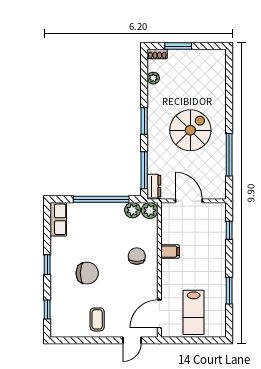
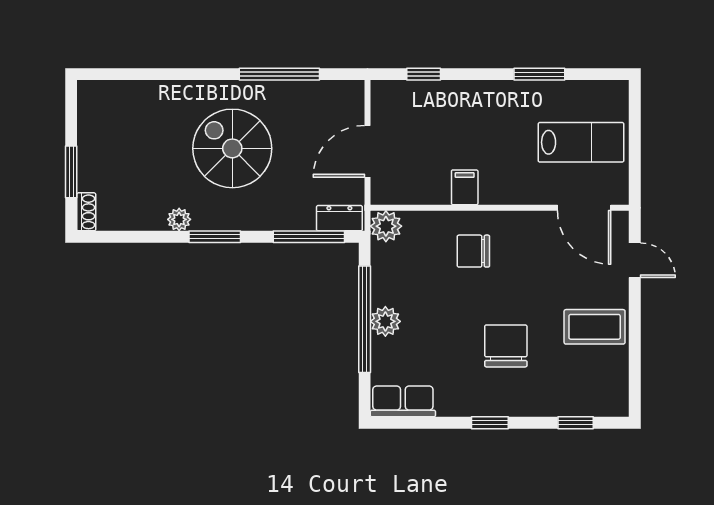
plant: (153, 78) -> (179, 219), moved
plant: (133, 210) -> (385, 321), moved
coffee table: (97, 319) -> (595, 327), width x1.36, depth x1.30

